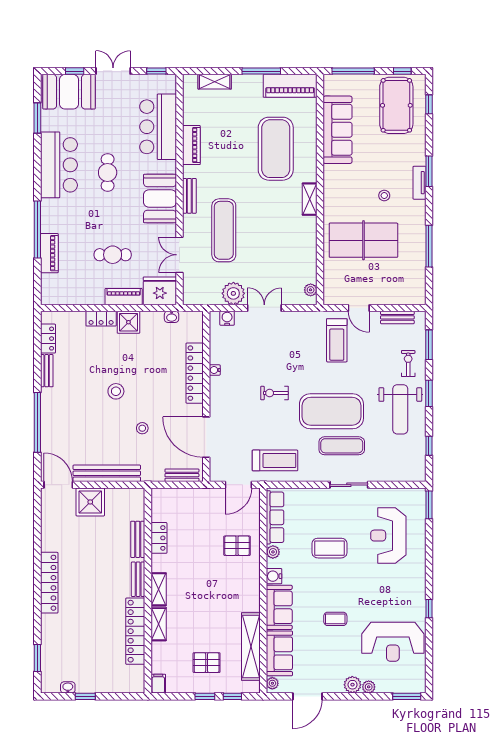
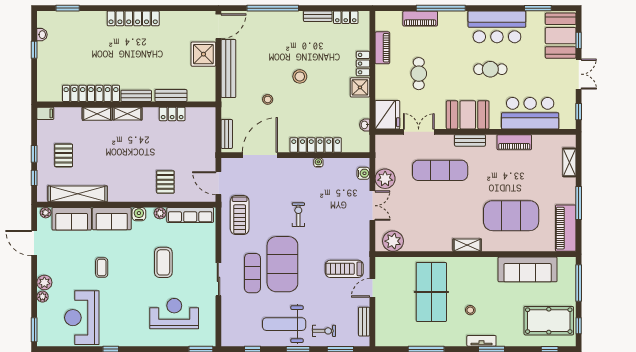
plant: (311, 290) -> (393, 241), width x1.88, depth x1.88
piano: (124, 297) -> (382, 48), moved

